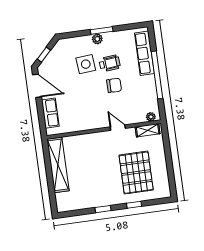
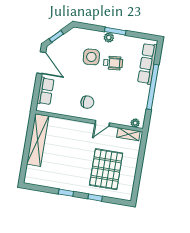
chair: (114, 85) -> (87, 102), moved
door: (118, 128) -> (102, 123), swing flipped

